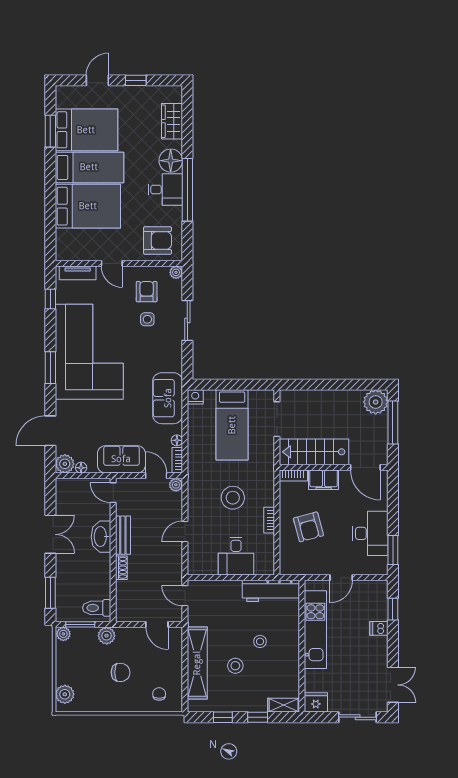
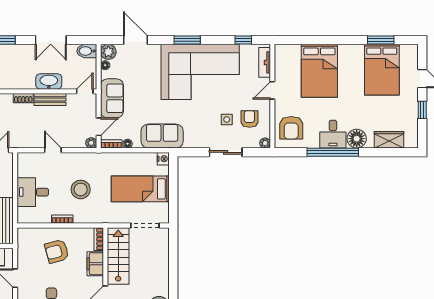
bed: (89, 167) -> (351, 72), removed
armchair: (147, 292) -> (249, 119), turned -90
bidet: (64, 490) -> (87, 51), added

